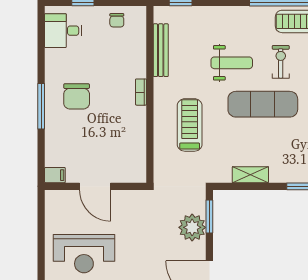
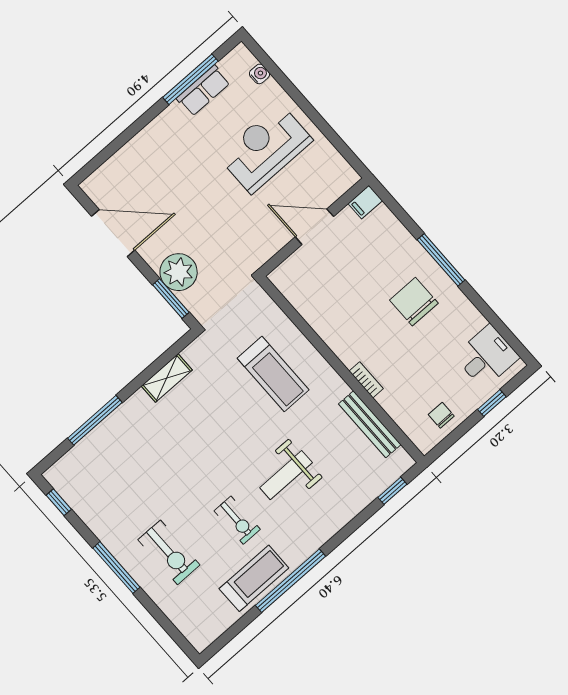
bookcase: (141, 92) -> (366, 380), moved
exercise mat: (263, 104) -> (217, 461), removed

